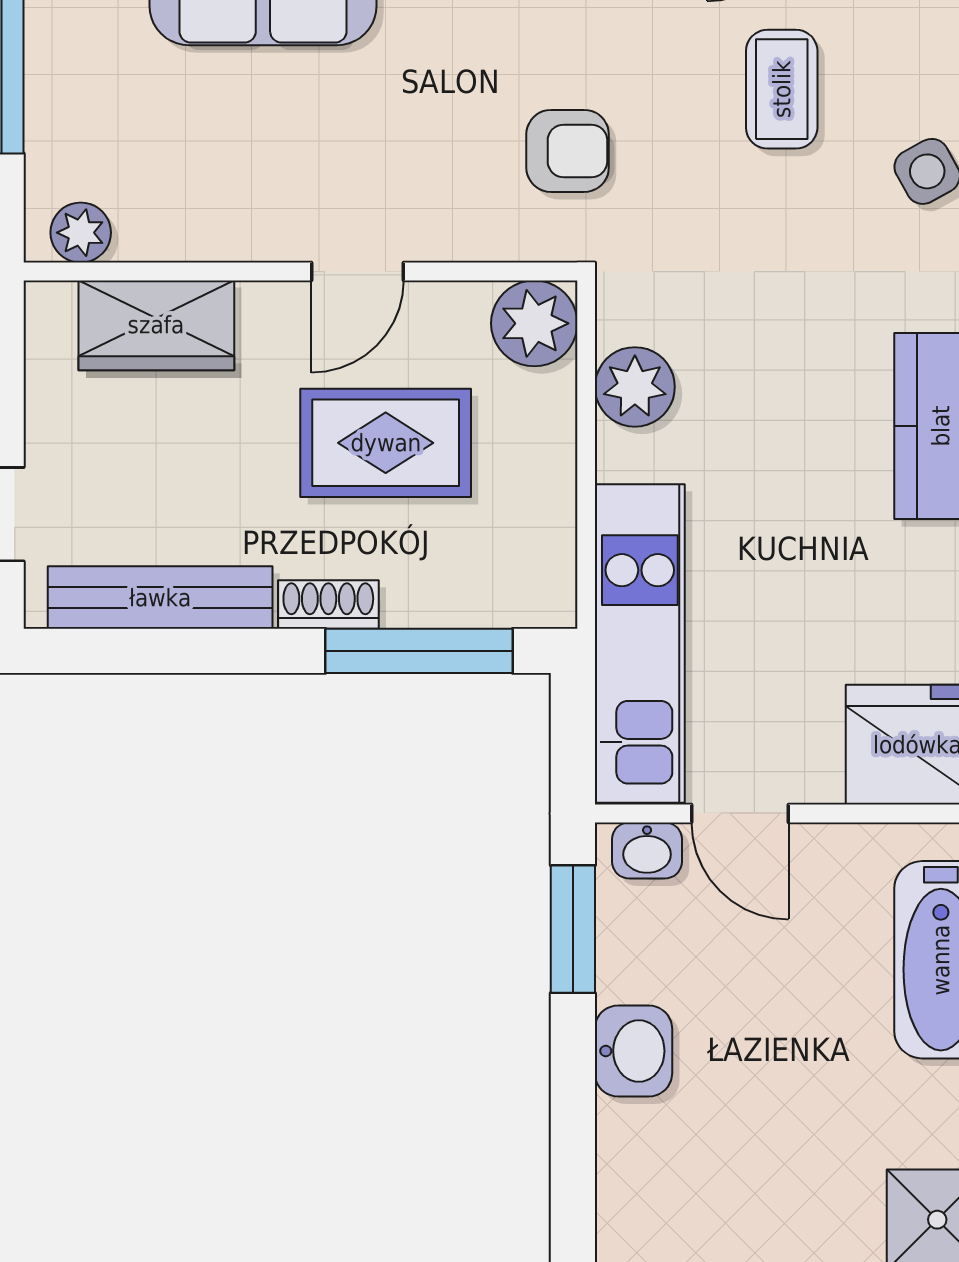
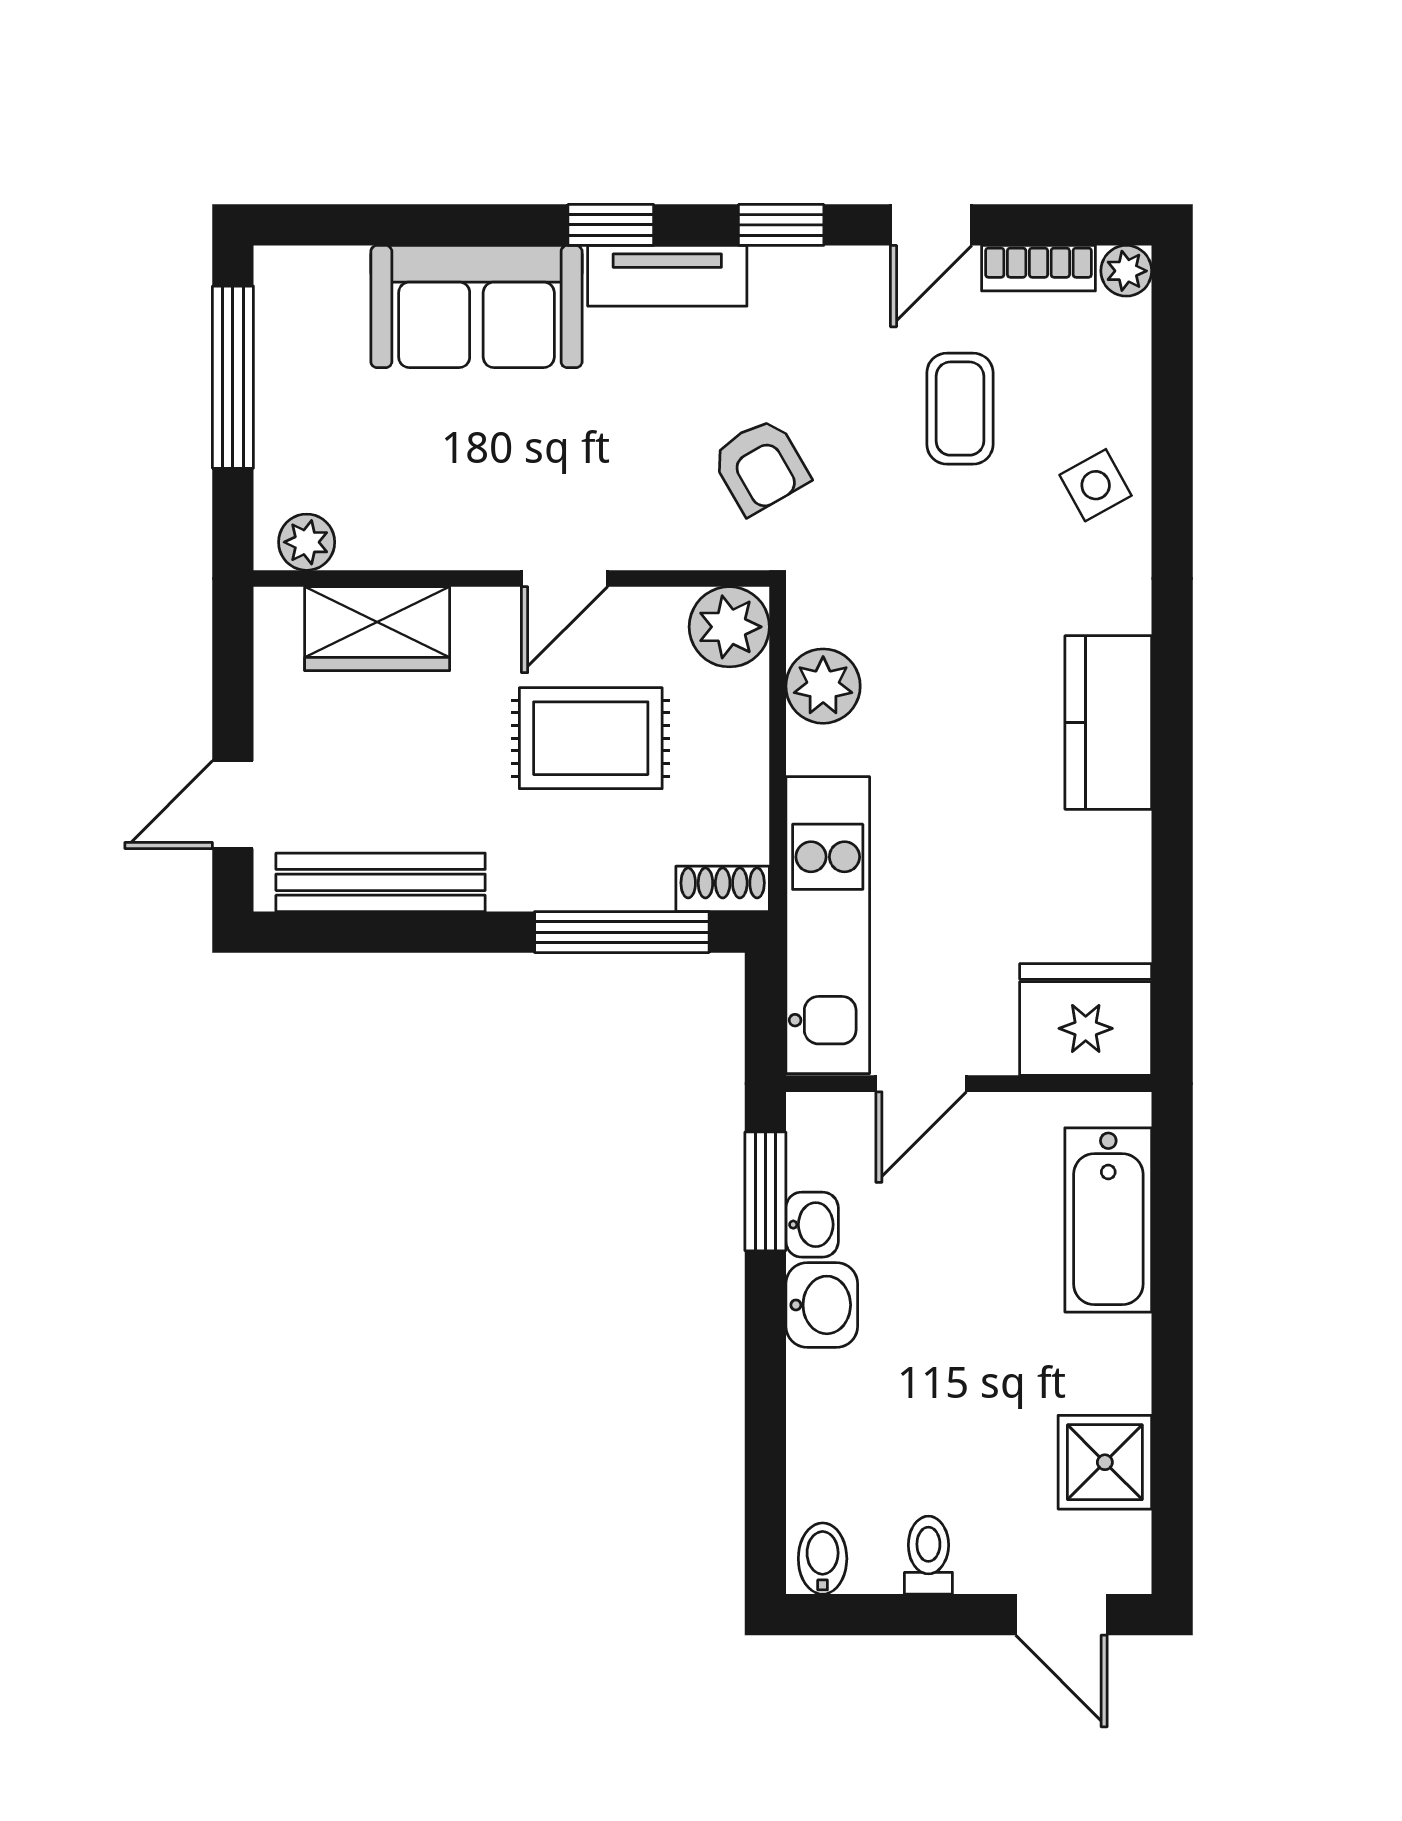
armchair: (568, 151) -> (760, 466), turned 60
shoe rack: (328, 605) -> (723, 889), moved
door: (740, 813) -> (921, 1084), hinge flipped
washbasin: (647, 850) -> (812, 1225), moved, turned -90

